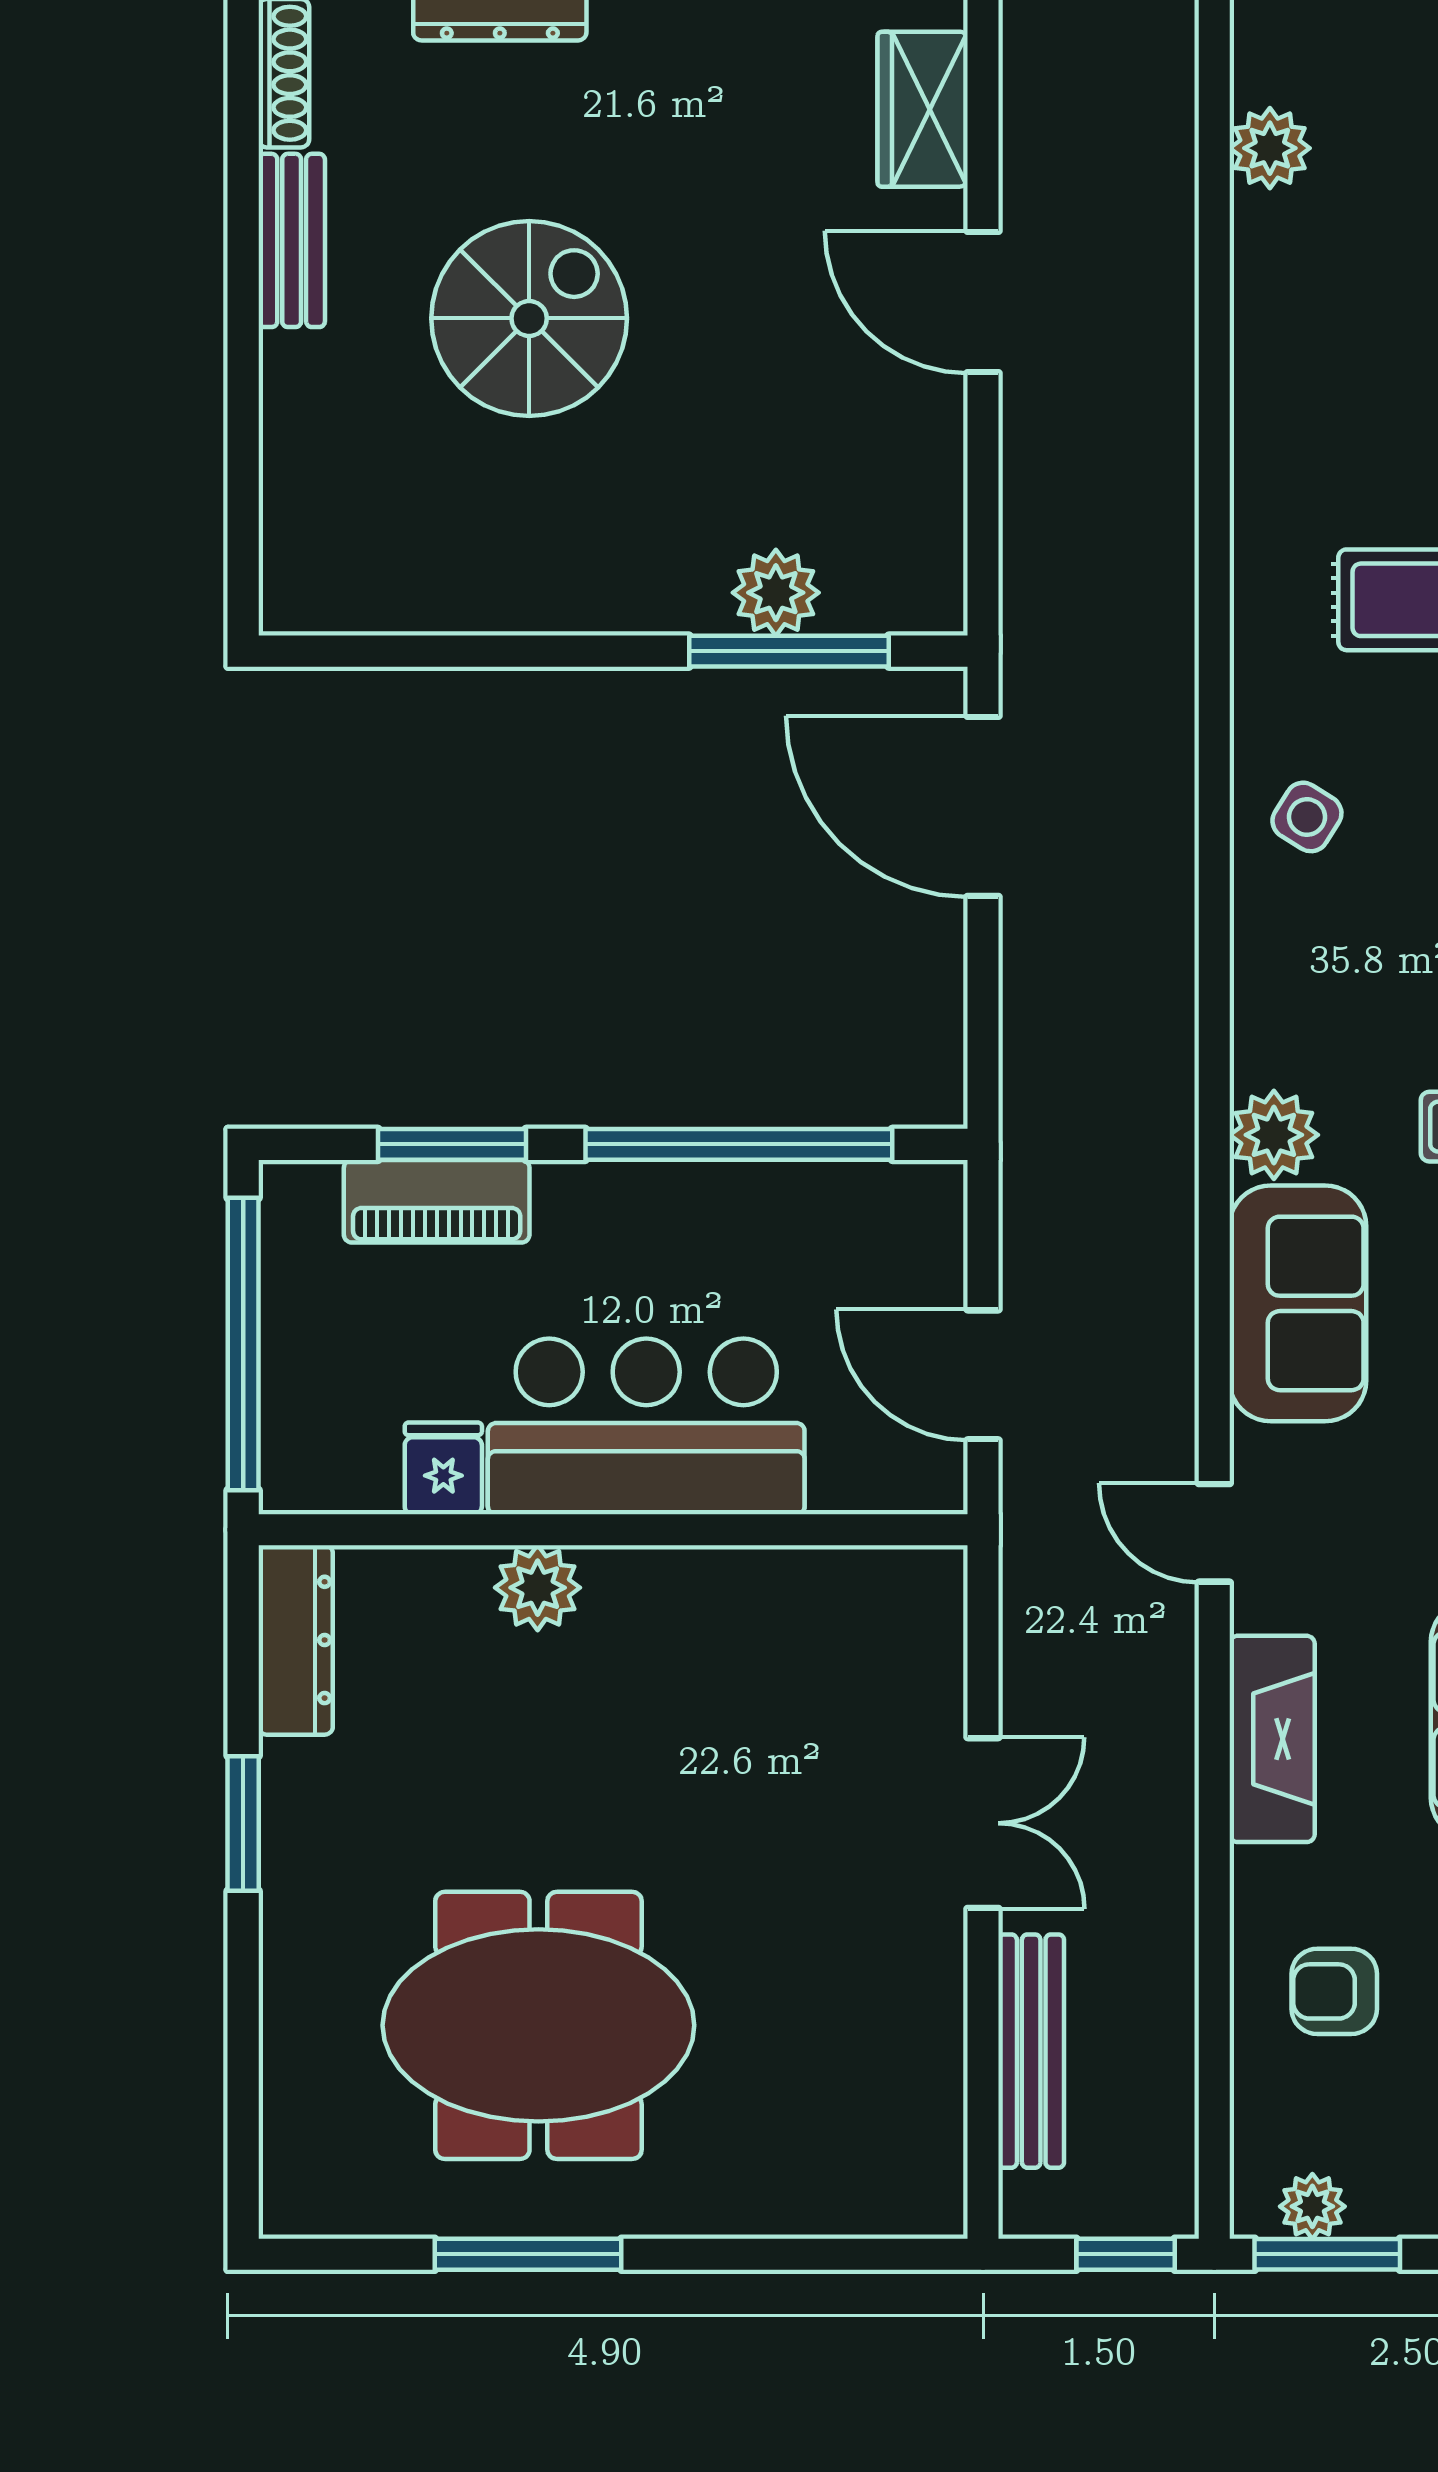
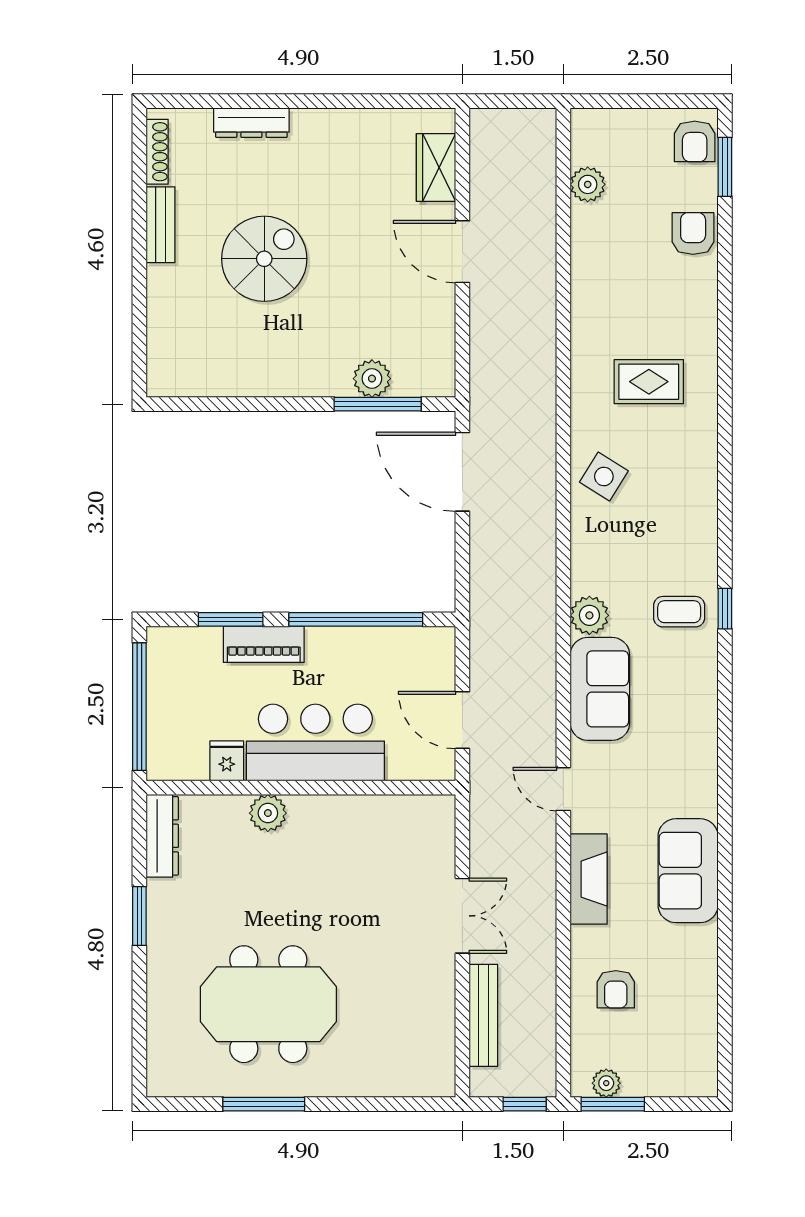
side table: (1307, 817) -> (604, 476), width x1.37, depth x1.37
piano: (437, 1201) -> (264, 644), moved
armchair: (1334, 1991) -> (616, 989), turned -90

